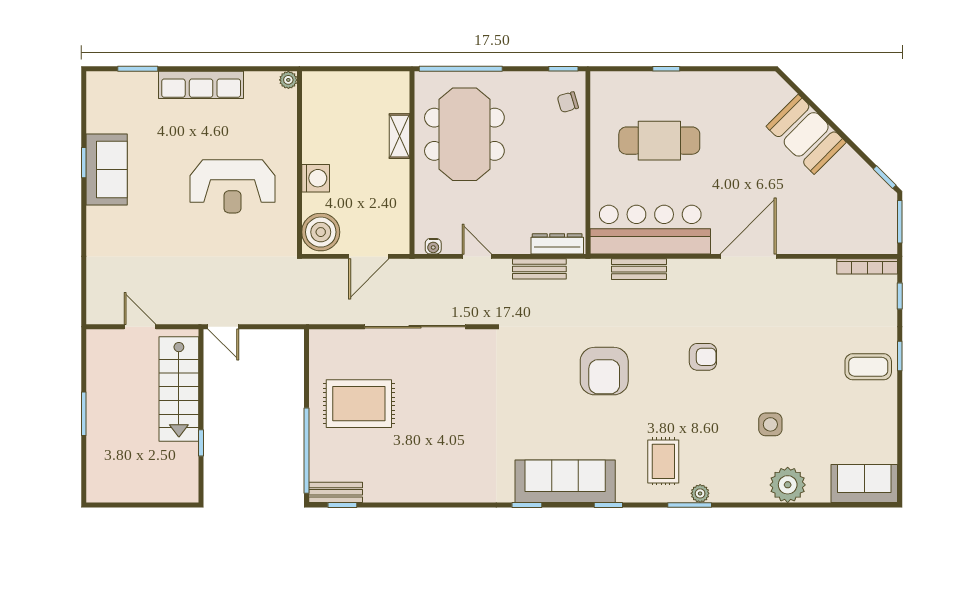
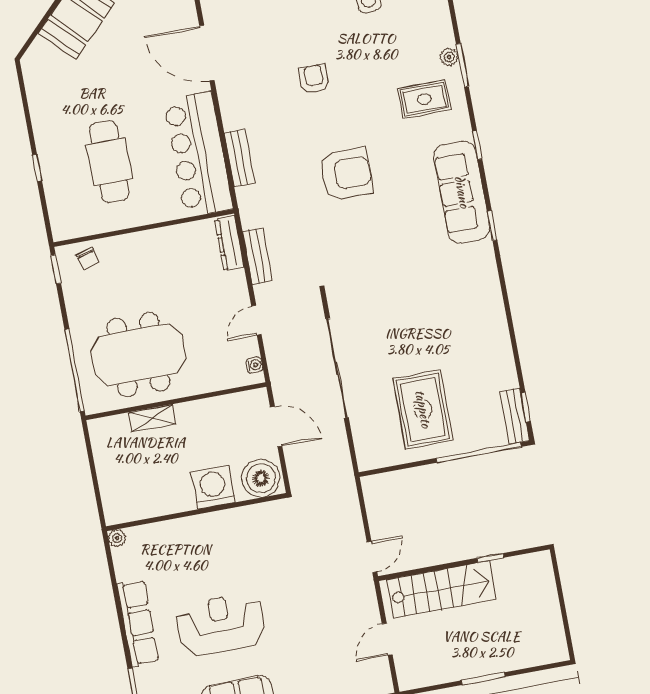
washing machine: (316, 178) -> (213, 487), width x1.37, depth x1.37
reception desk: (232, 186) -> (221, 625), moved, turned -90

